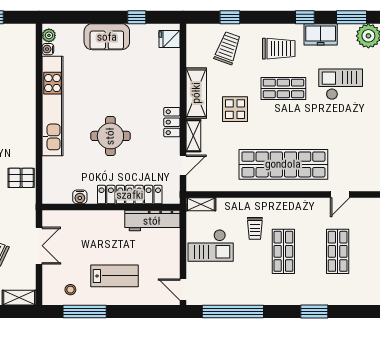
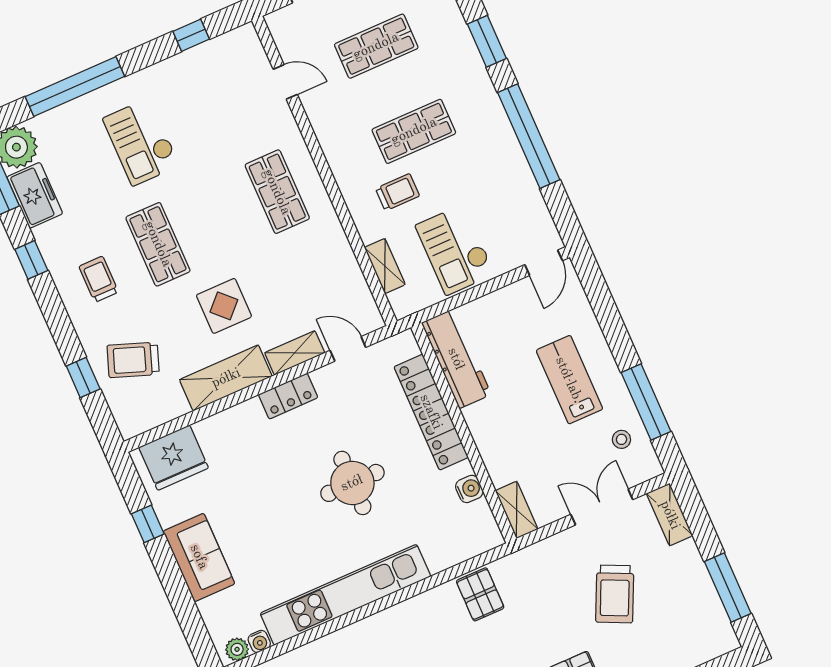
freezer: (321, 34) -> (35, 195), moved
fridge: (169, 39) -> (174, 458), width x1.88, depth x1.34
trolley: (279, 49) -> (99, 279), width x0.73, depth x0.72
checkout: (341, 84) -> (141, 142), moved
shop shelf: (283, 164) -> (277, 192), width x0.50, depth x0.74
shelving: (201, 204) -> (385, 266), moved
shelving: (58, 217) -> (517, 510), added
checkout: (211, 245) -> (455, 250), turned 180
double door: (39, 246) -> (602, 507), moved
window: (233, 311) -> (529, 136), moved

